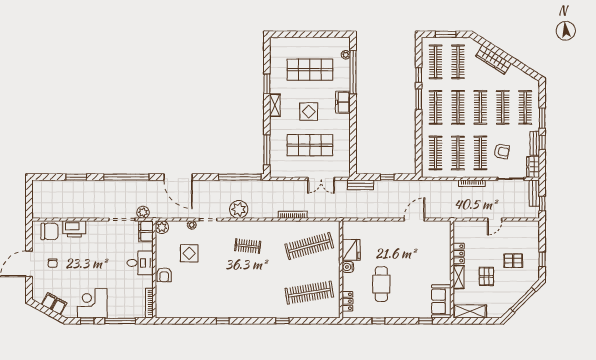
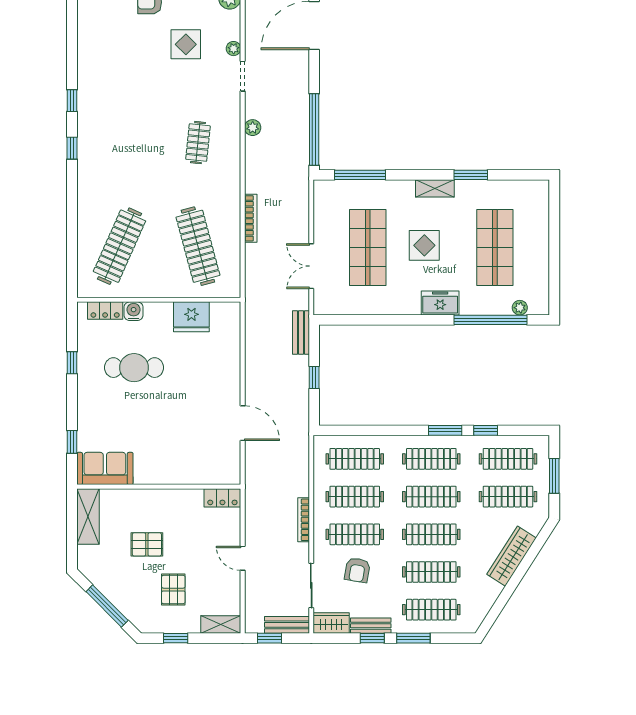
plant: (239, 209) -> (253, 128), width x0.53, depth x0.53
locker: (459, 253) -> (222, 498), moved
water cooler: (348, 267) -> (134, 311), moved
shelving: (459, 277) -> (221, 624), moved
clothes rail: (309, 293) -> (119, 246), turned 33
window: (282, 321) -> (72, 148), moved

